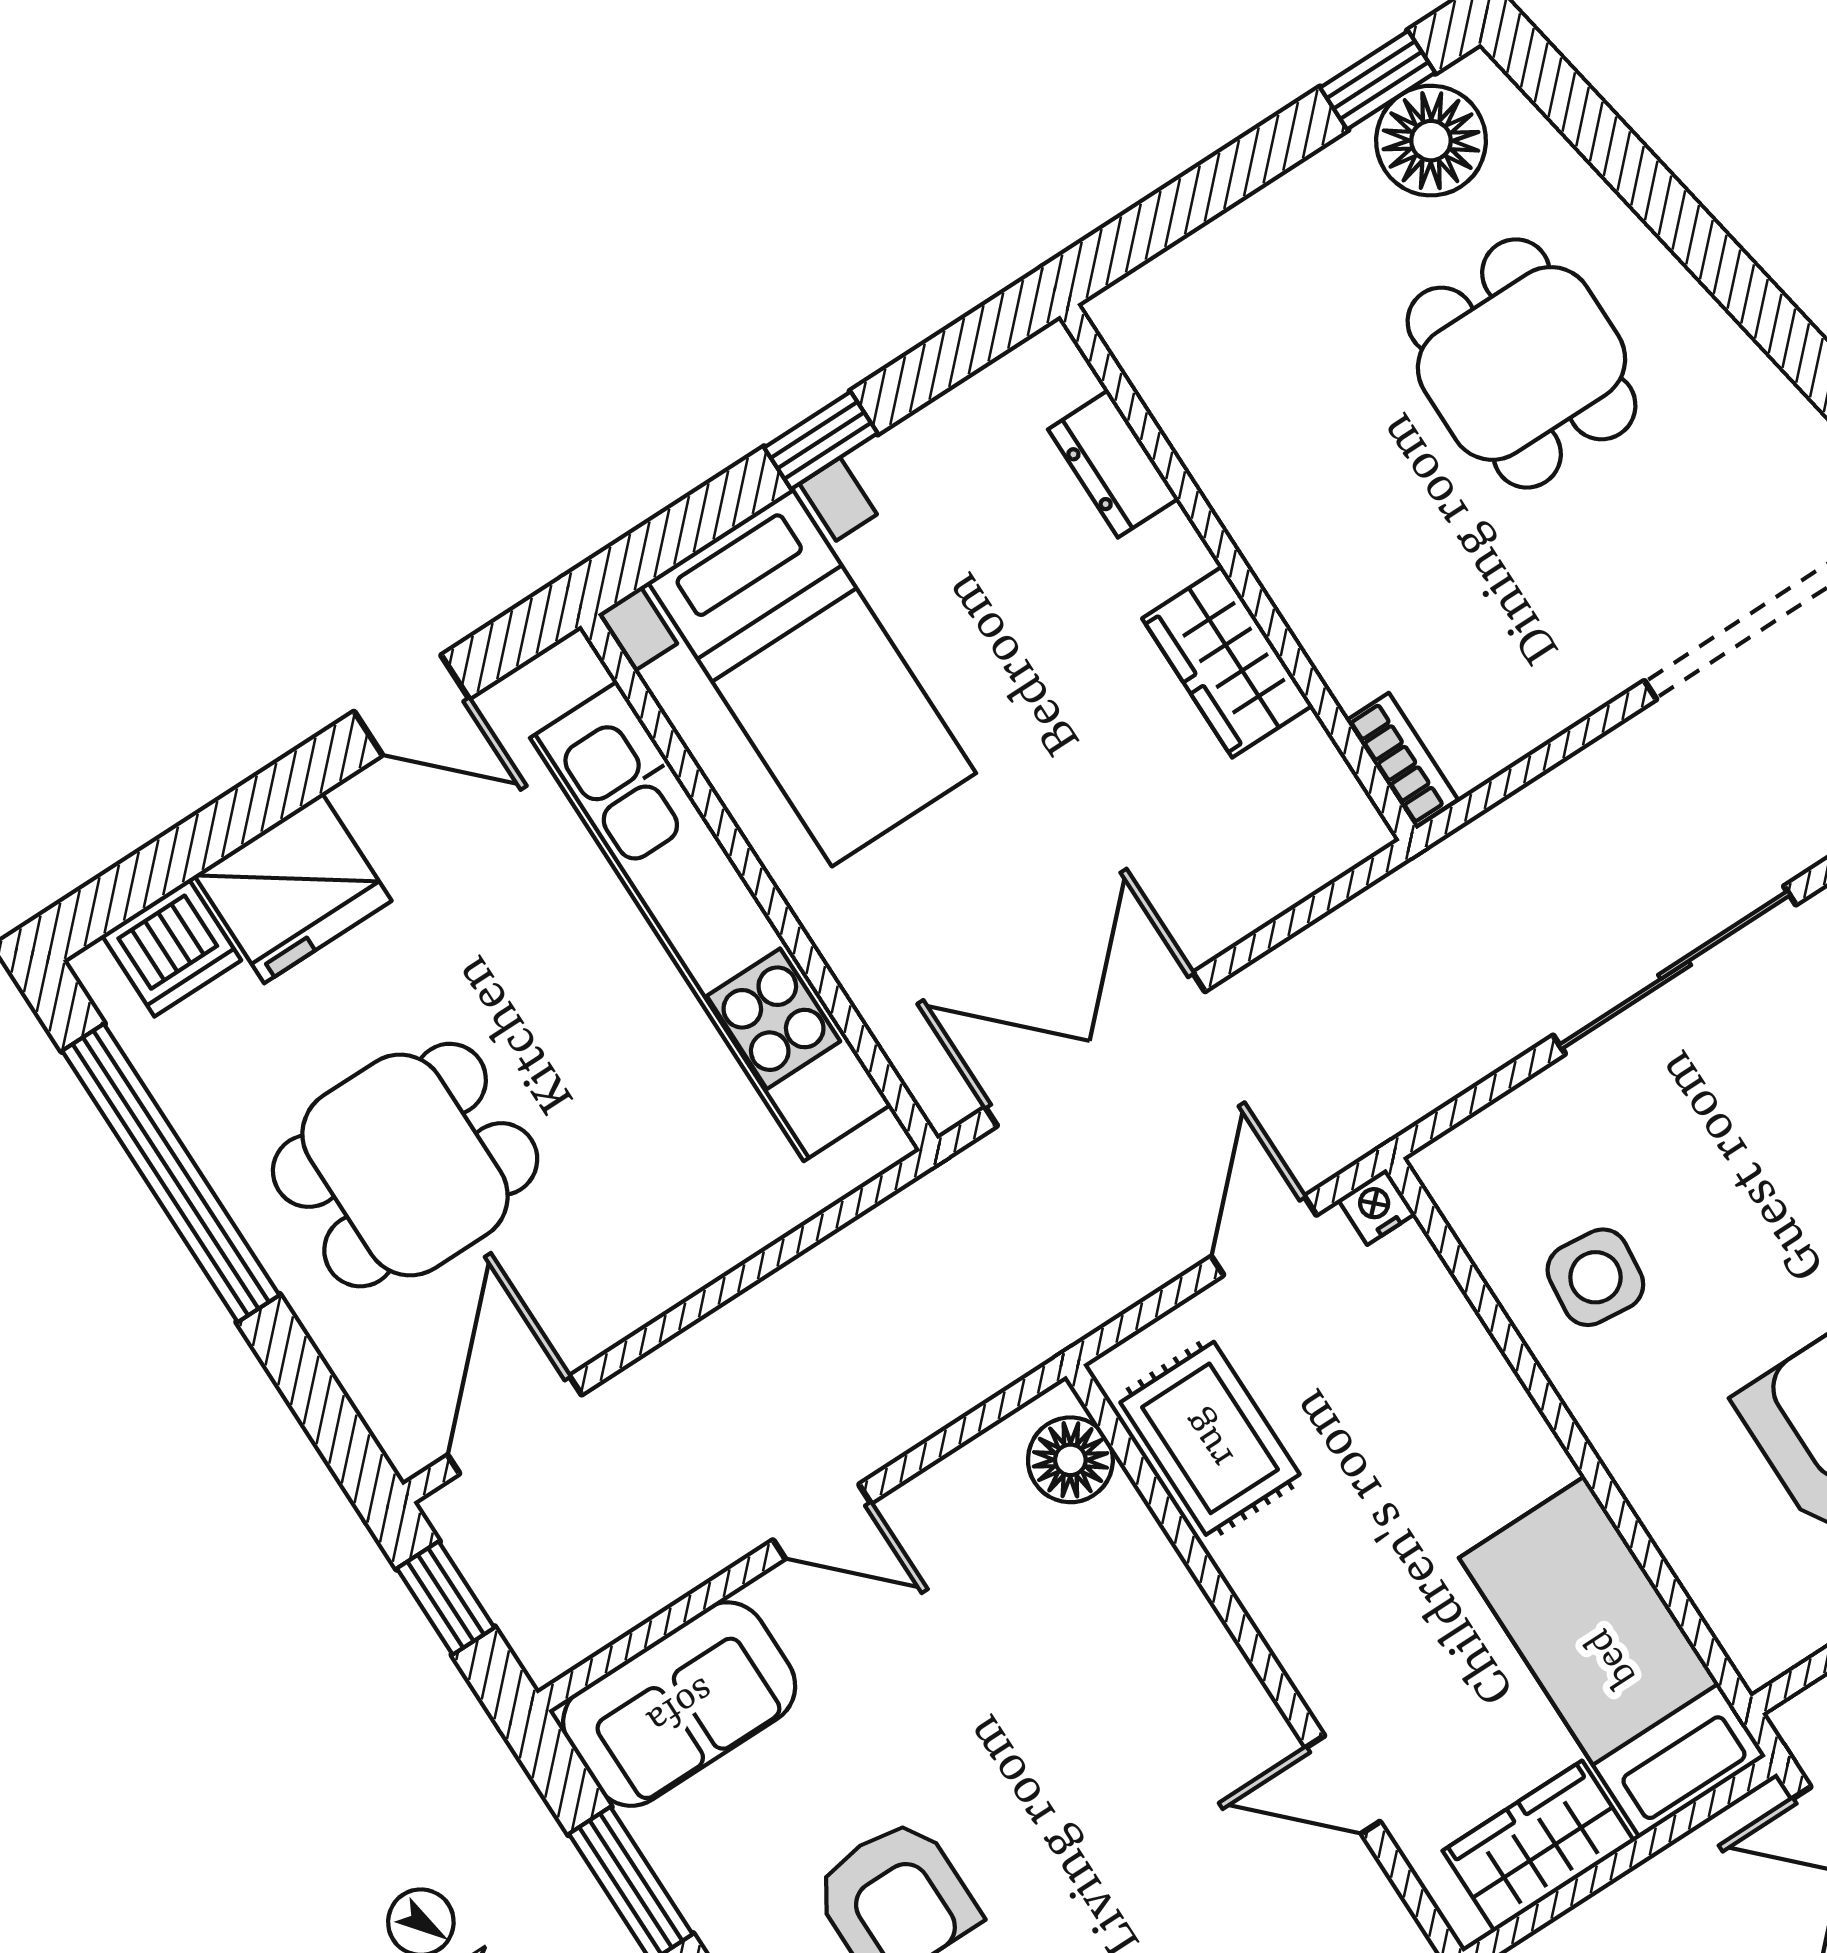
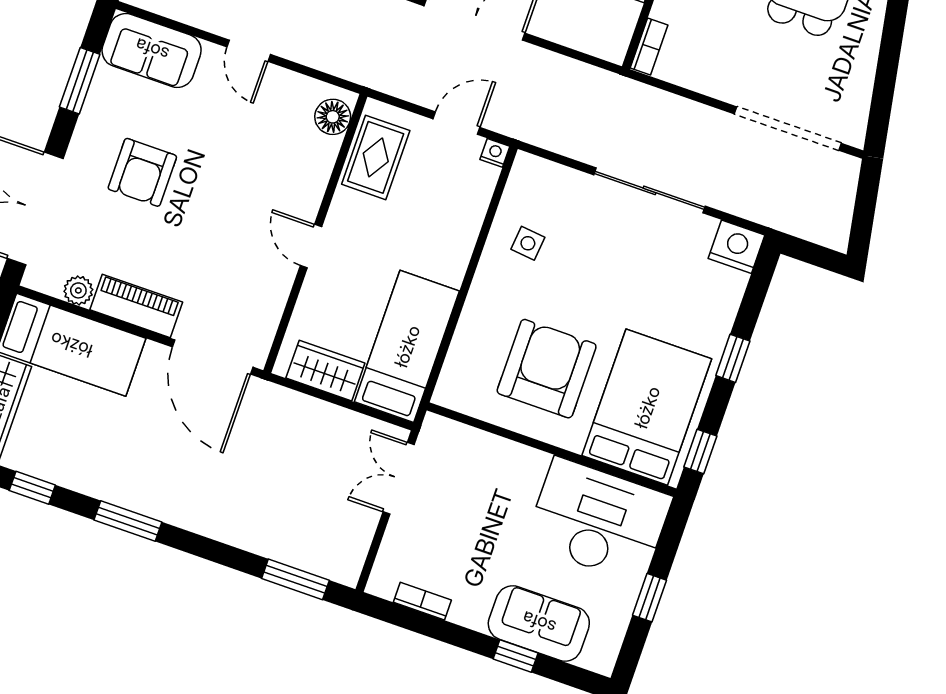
side table: (1595, 1277) -> (528, 243), width x0.73, depth x0.73
door: (1343, 1785) -> (311, 246), moved

